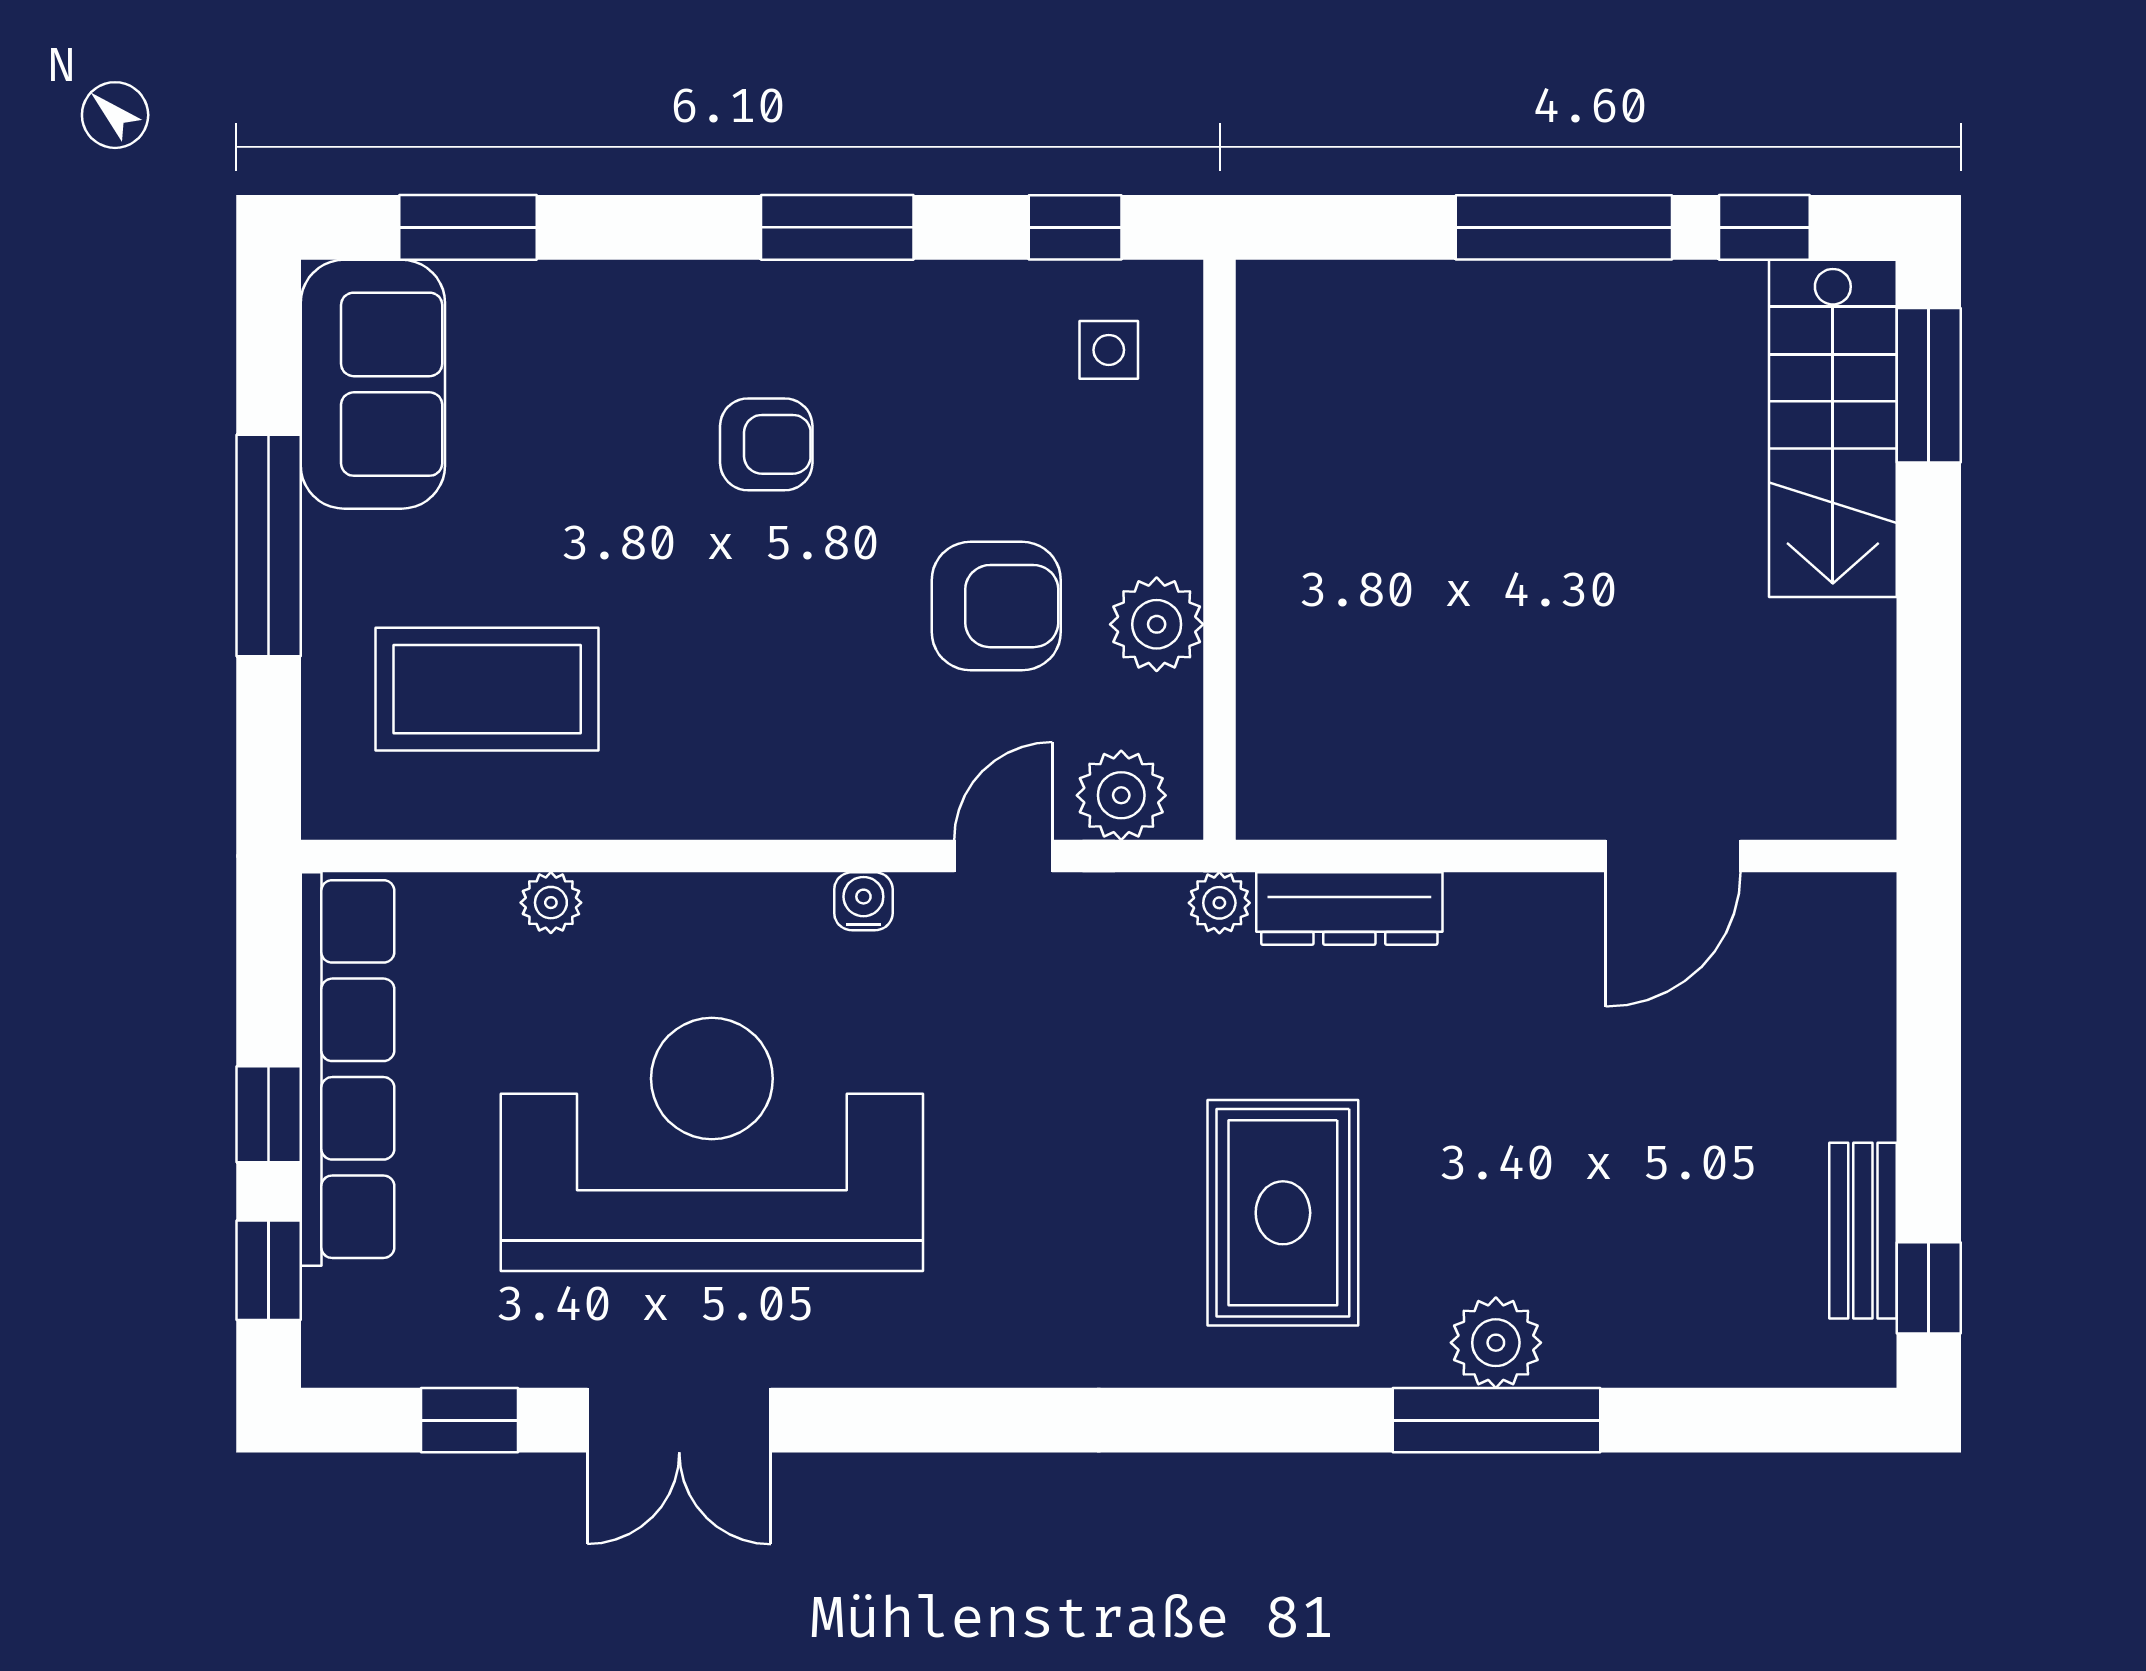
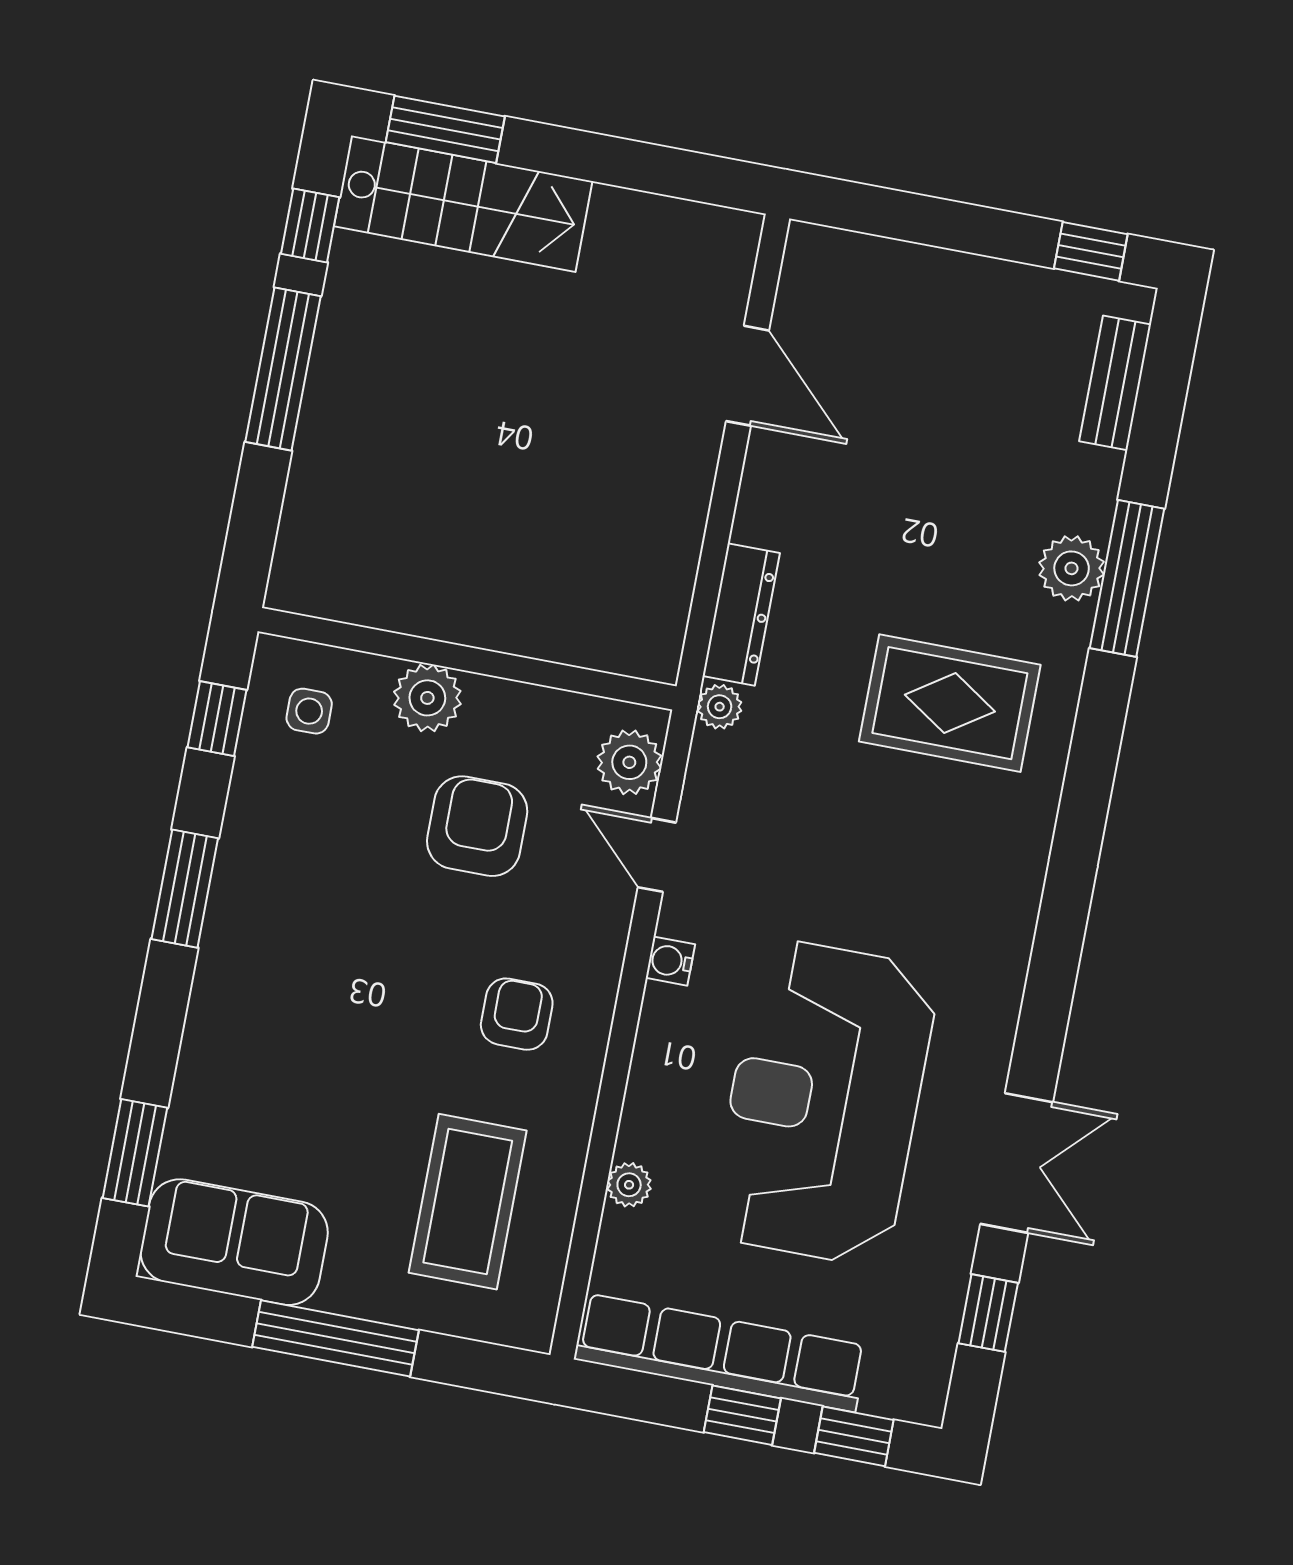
armchair: (766, 444) -> (517, 1014), moved
plant: (1157, 624) -> (427, 698), moved
bench: (1863, 1231) -> (1115, 383), moved, turned 90

